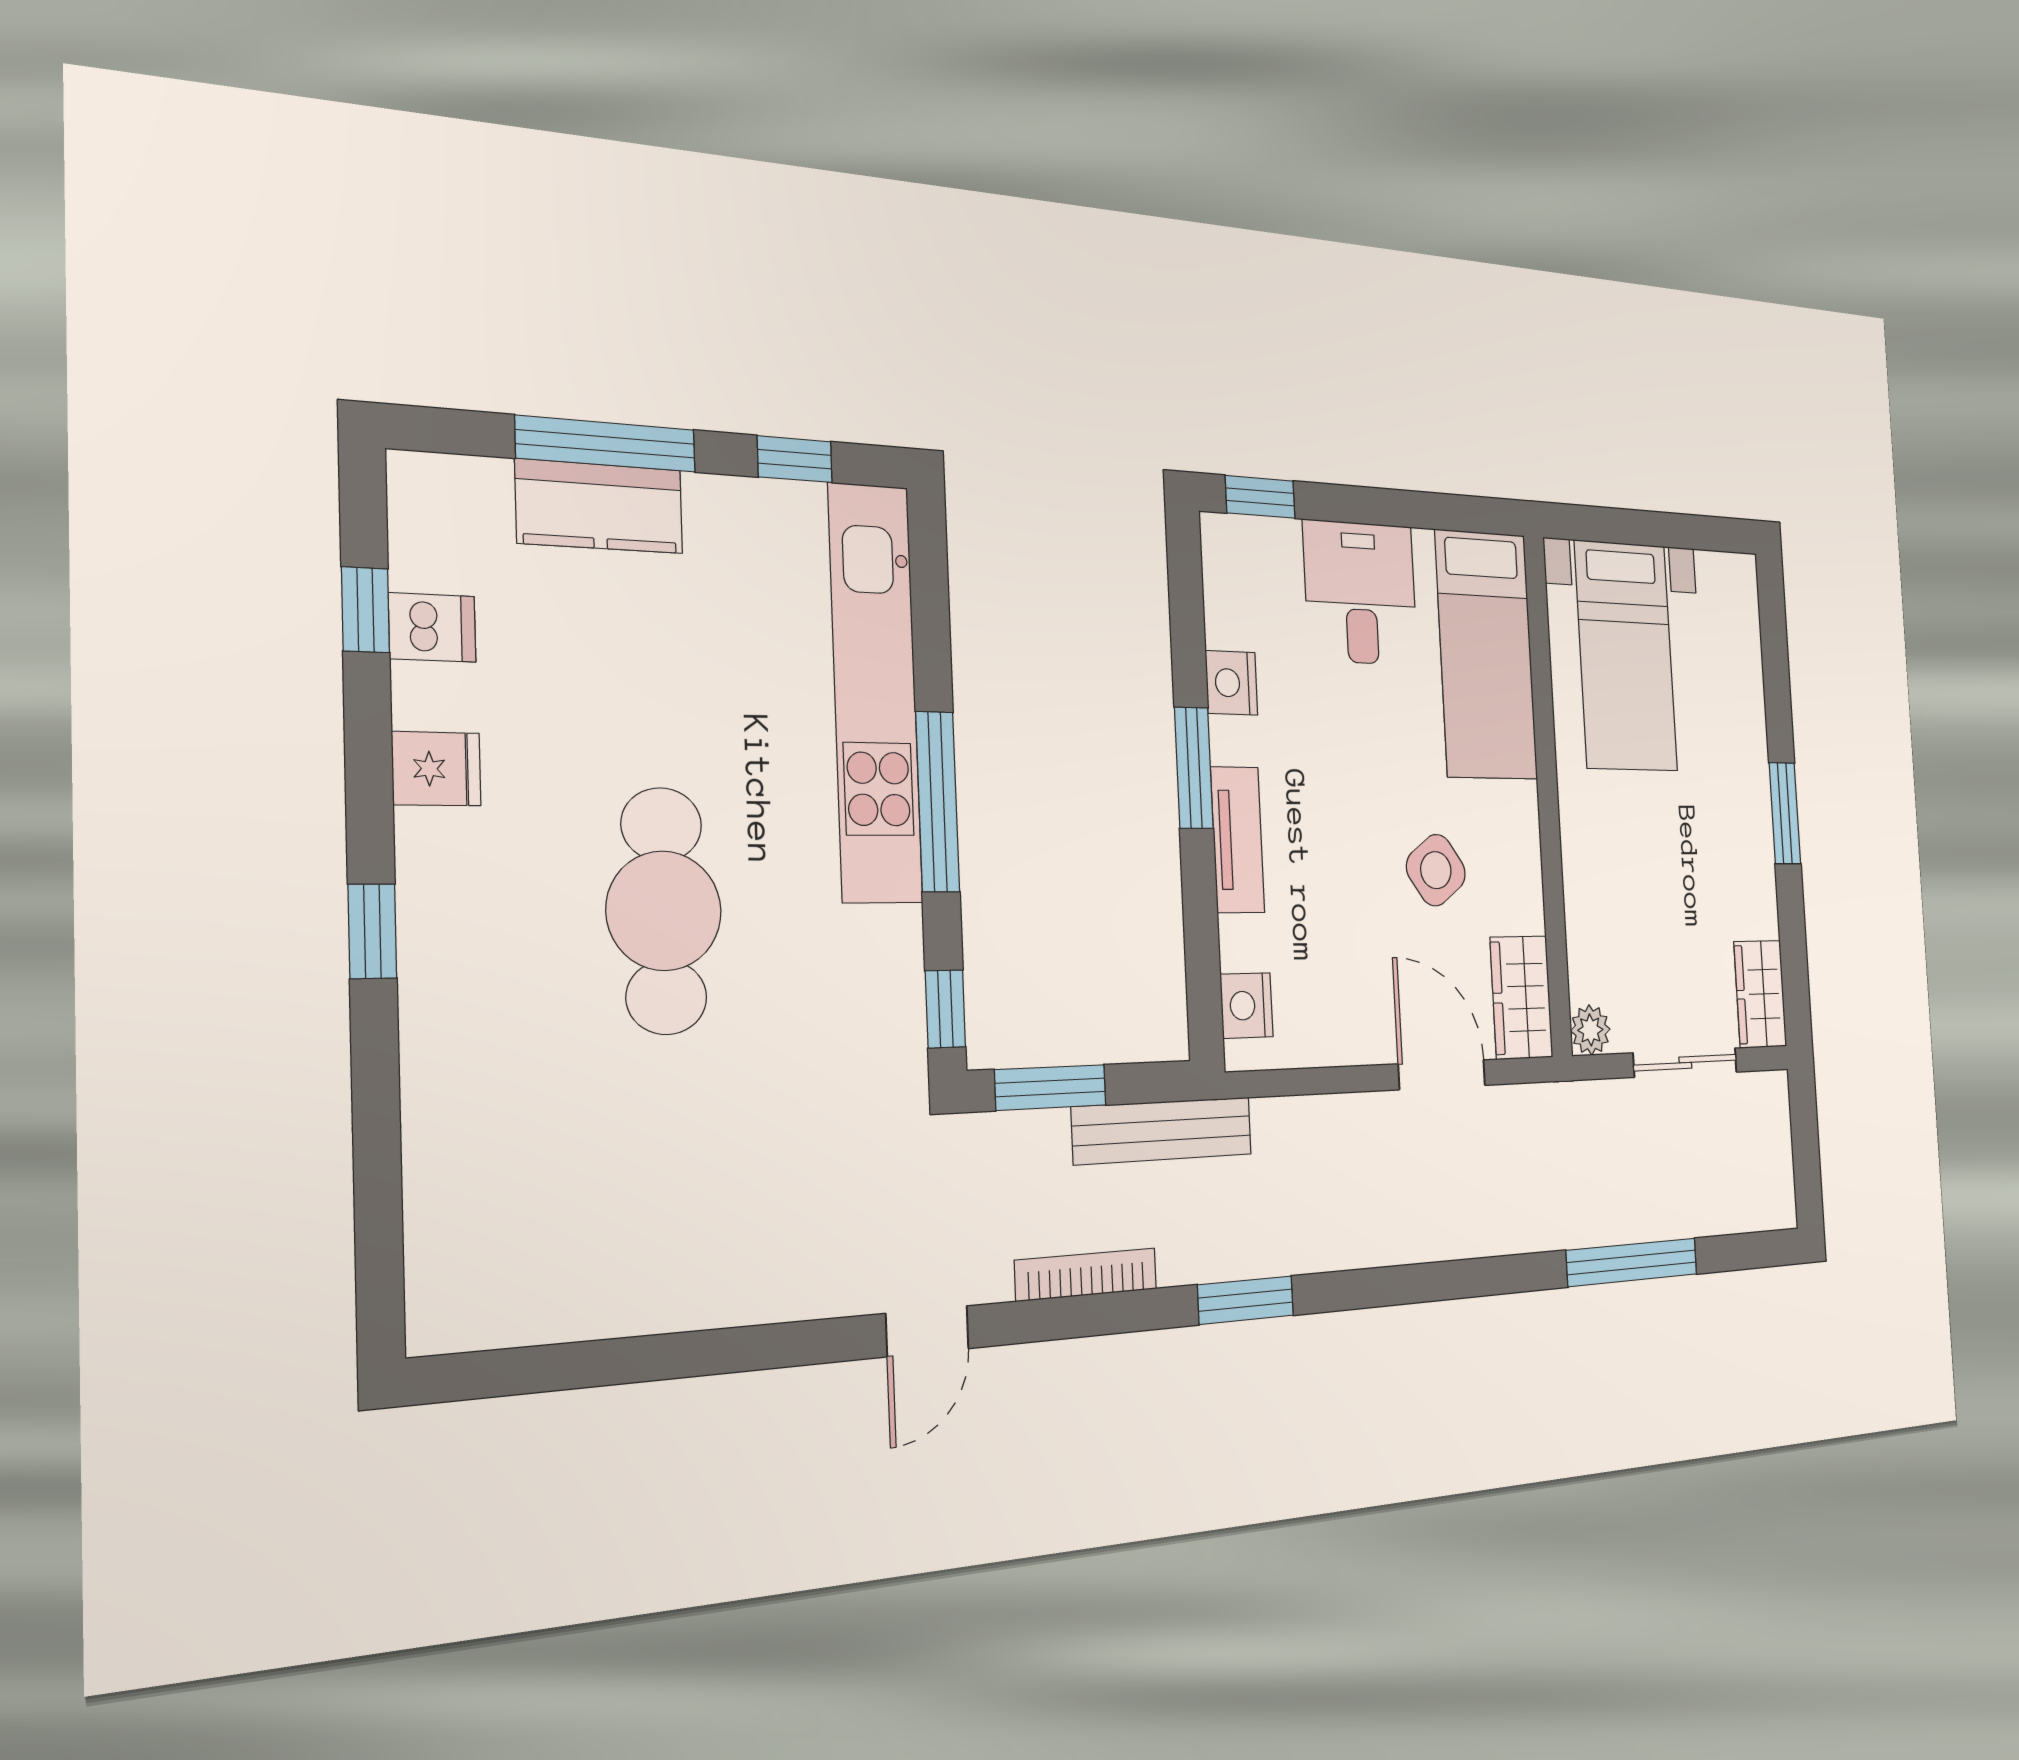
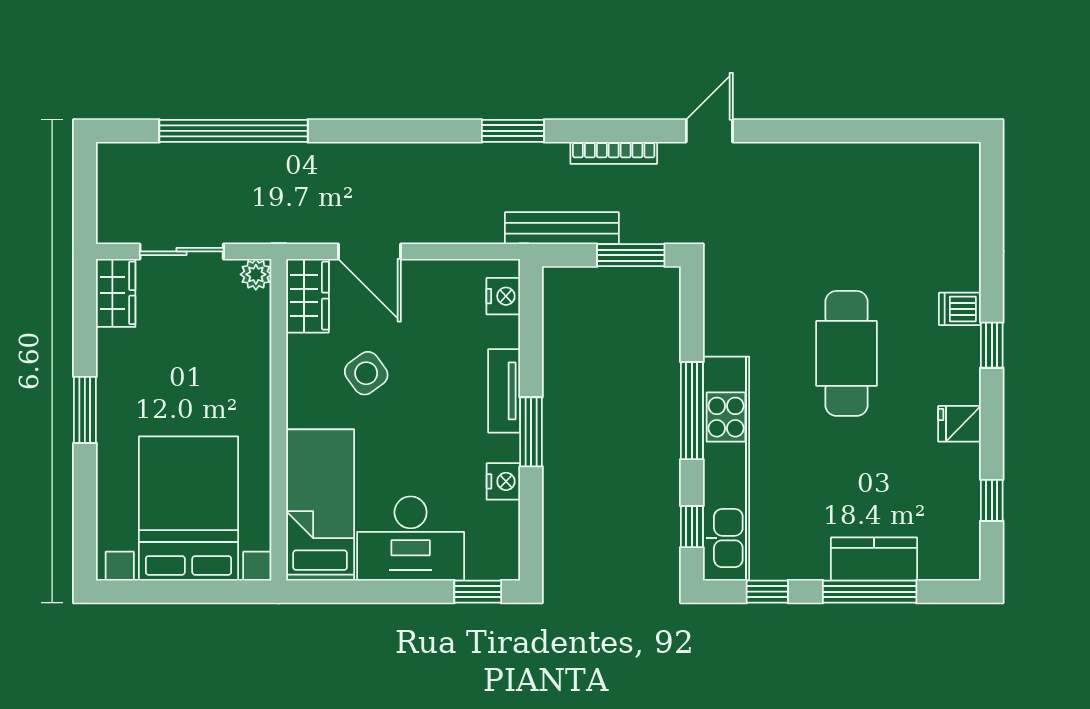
desk: (1360, 593) -> (411, 539), width x1.37
dishwasher: (432, 627) -> (960, 309), moved
bed with nightstands: (1626, 656) -> (189, 508), width x1.36
window: (945, 1009) -> (692, 527), moved
window: (1632, 1262) -> (233, 131), width x1.46

